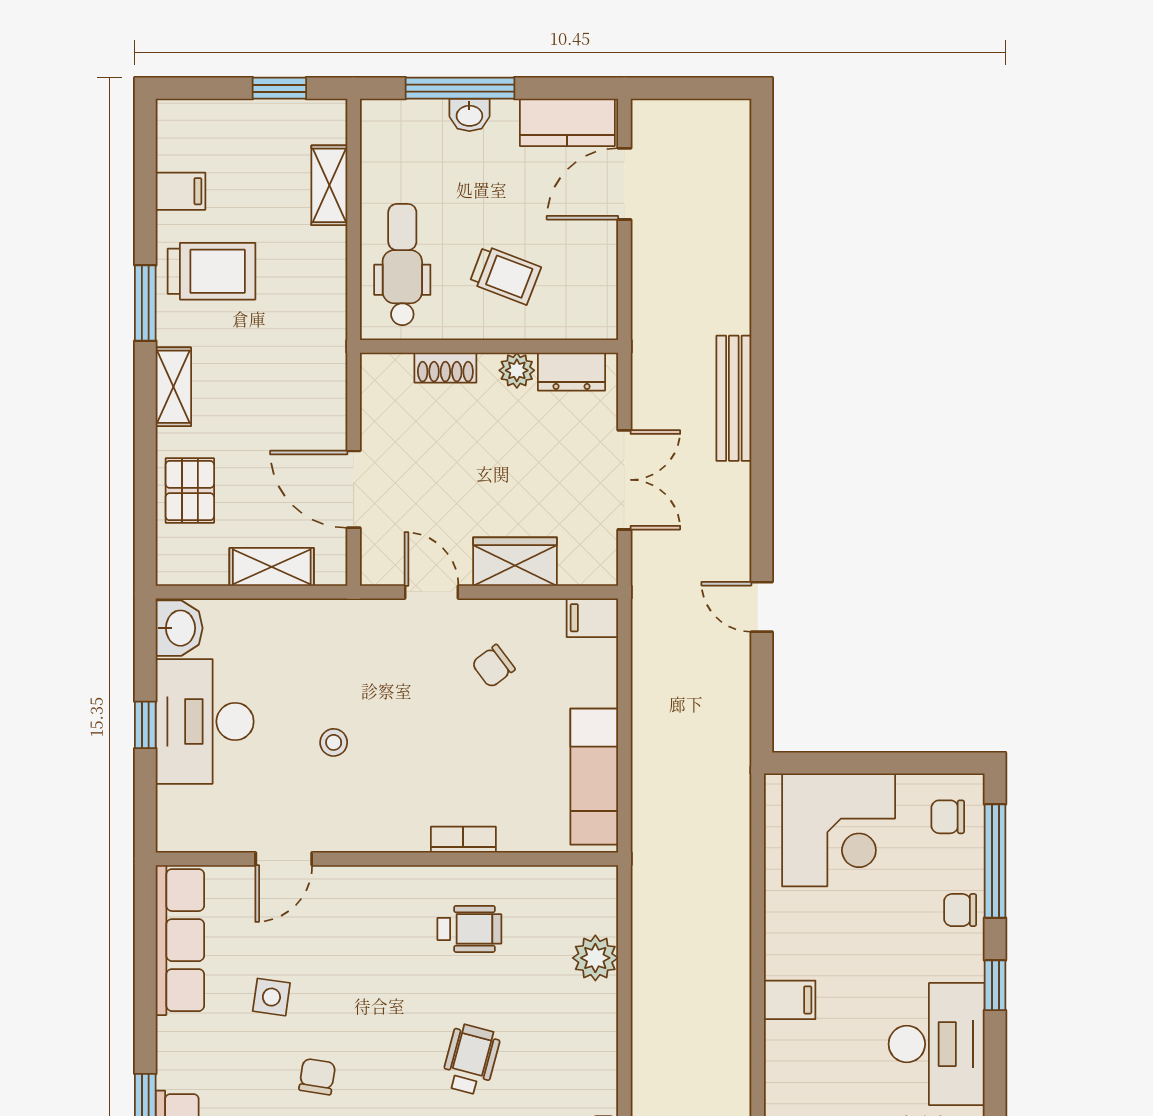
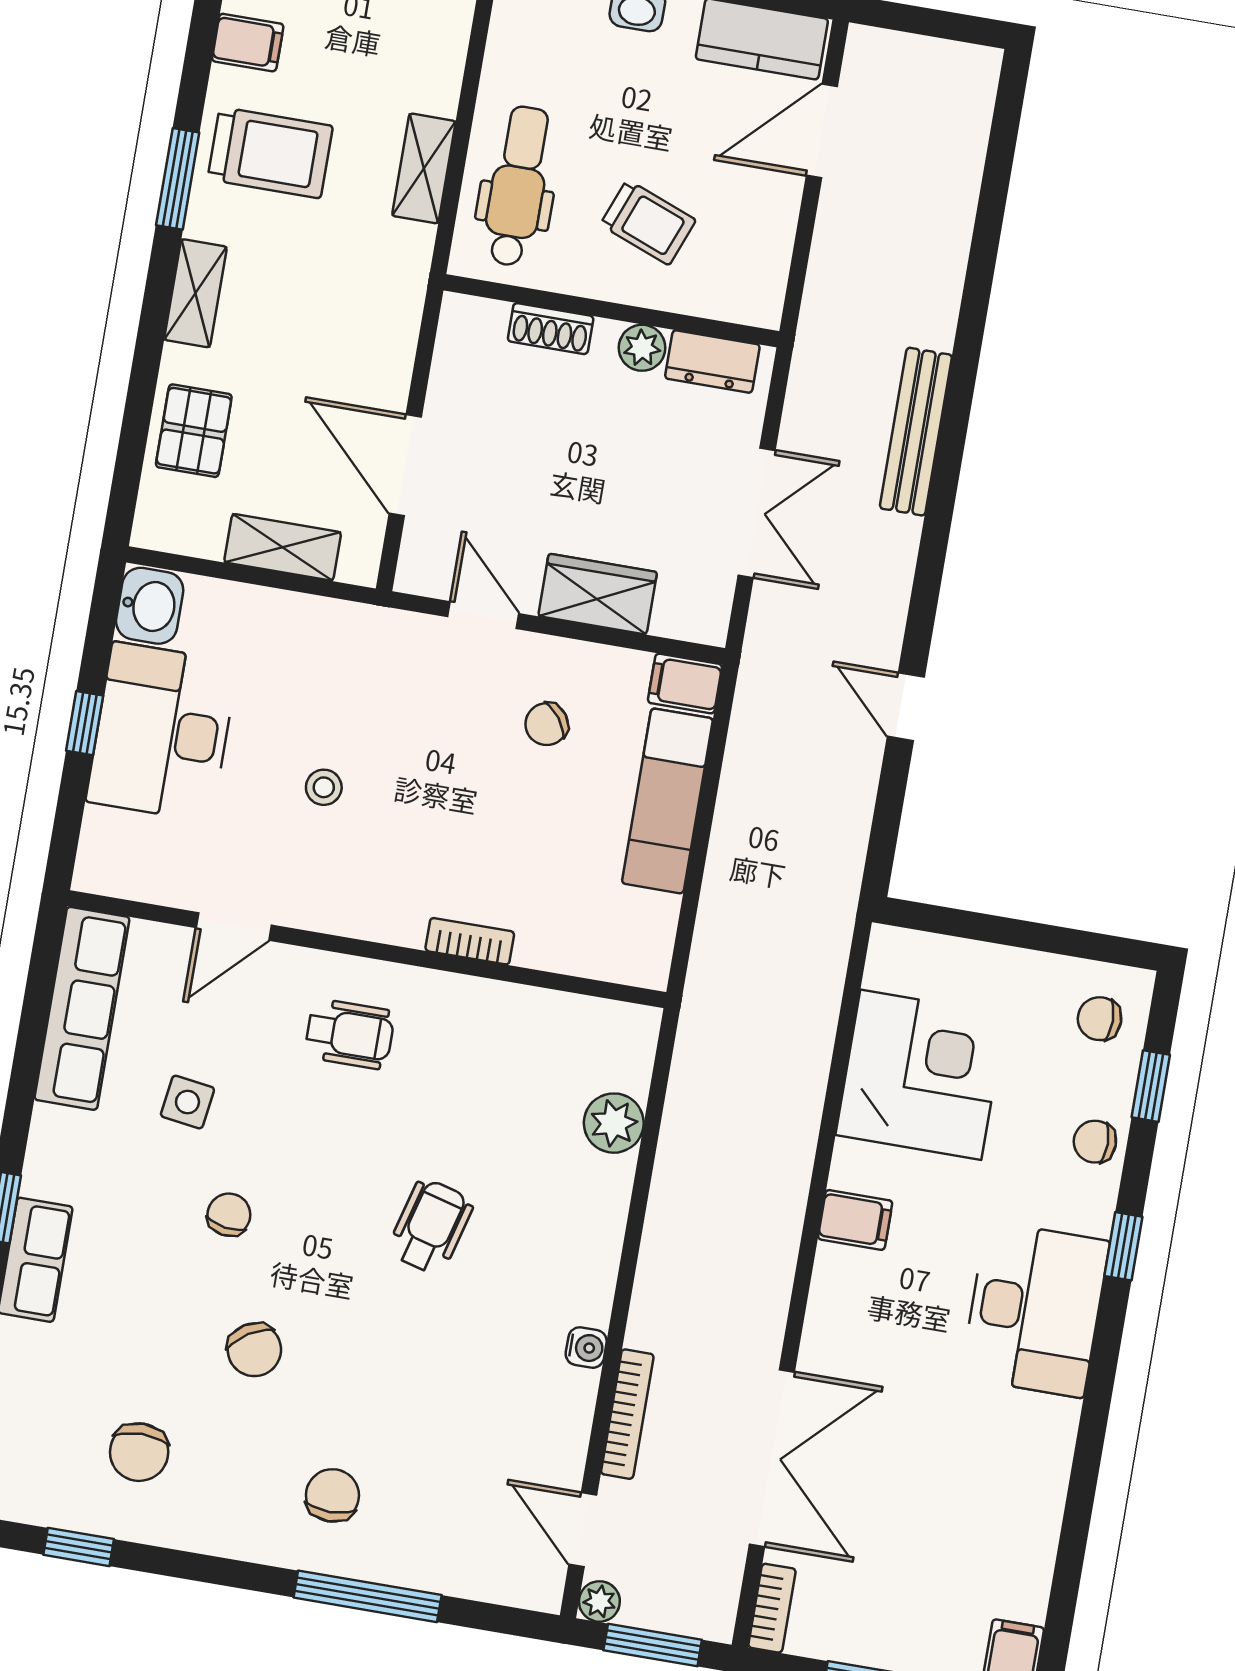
shelving: (329, 185) -> (424, 168), moved
exam couch: (594, 777) -> (667, 801), moved
corner desk: (839, 830) -> (921, 1075), moved, turned -90
window: (995, 861) -> (1151, 1086), width x0.46
wheelchair: (469, 929) -> (350, 1034), moved

